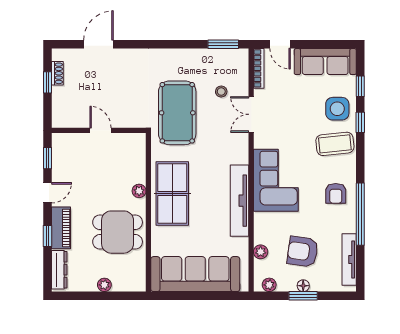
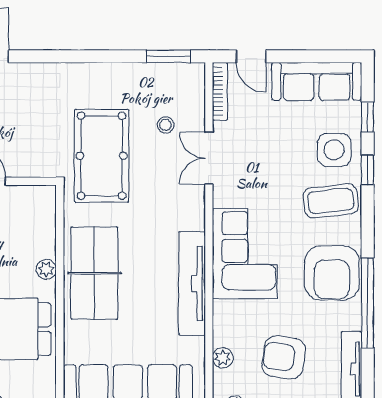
armchair: (336, 193) -> (332, 273), width x1.88, depth x1.88

